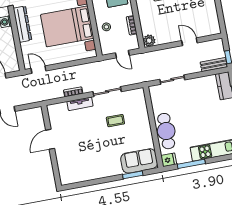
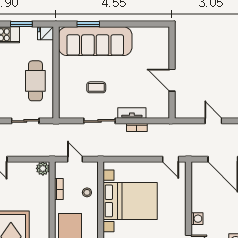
dresser: (22, 24) -> (179, 213), removed
cafe table: (166, 131) -> (35, 81), moved
door: (50, 139) -> (172, 80), swing flipped
sofa: (139, 161) -> (95, 41), width x1.85, depth x1.27
window: (191, 164) -> (21, 24), width x0.69

